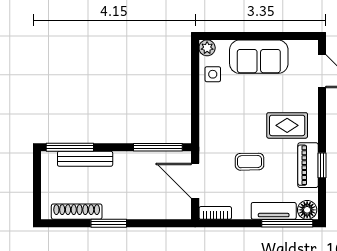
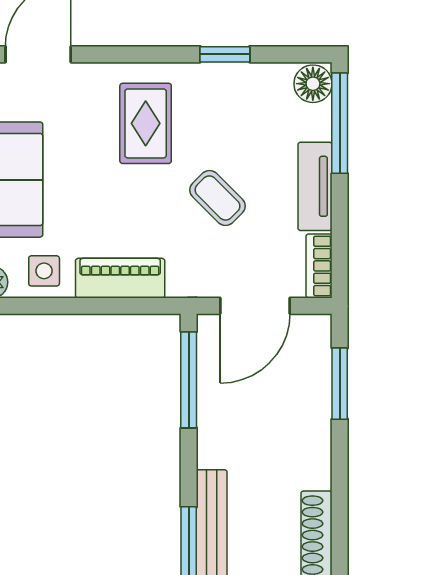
coffee table: (250, 162) -> (217, 198), turned -44
piano: (308, 165) -> (120, 278), moved, turned 180
tv unit: (274, 211) -> (315, 186), moved
window: (109, 223) -> (340, 384), moved

